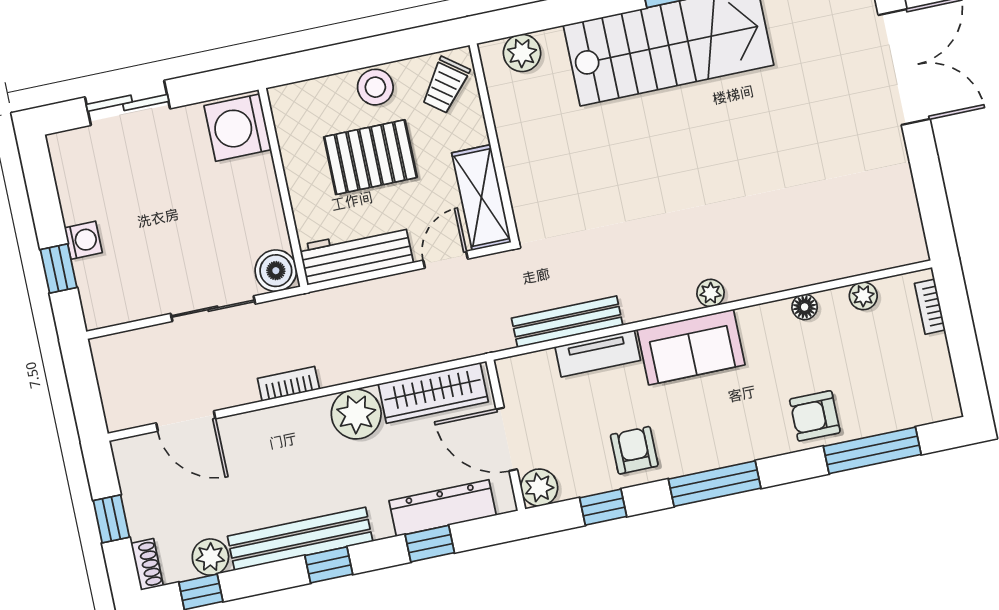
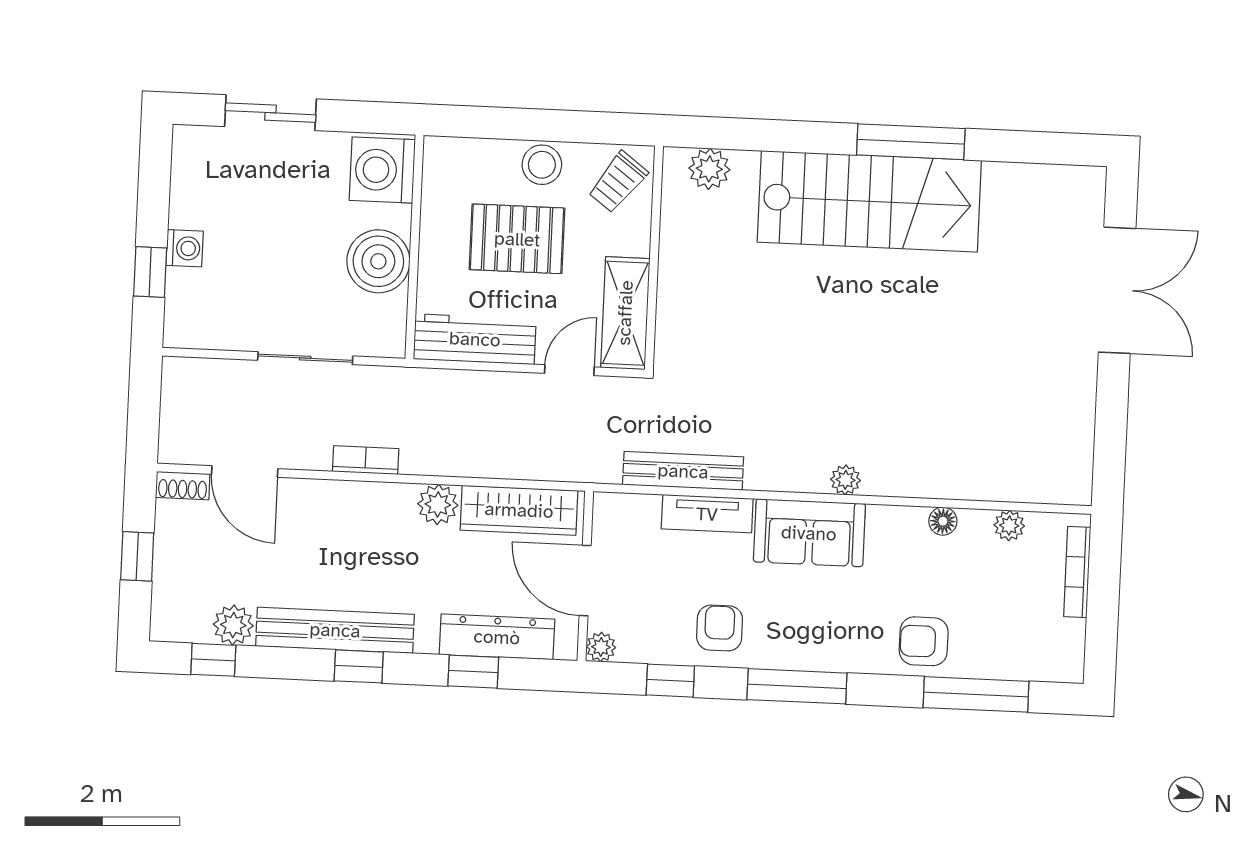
boiler: (276, 271) -> (378, 261), moved, width x1.37, depth x1.37
bookcase: (930, 307) -> (1077, 572), width x1.56
plant: (356, 414) -> (438, 504), width x0.73, depth x0.73
plant: (539, 487) -> (601, 647), width x0.73, depth x0.73
shoe rack: (147, 564) -> (183, 486), moved, turned 90

